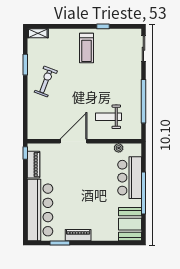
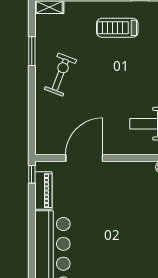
treadmill: (87, 48) -> (117, 28), turned 90
door: (73, 141) -> (84, 158), moved

